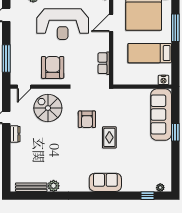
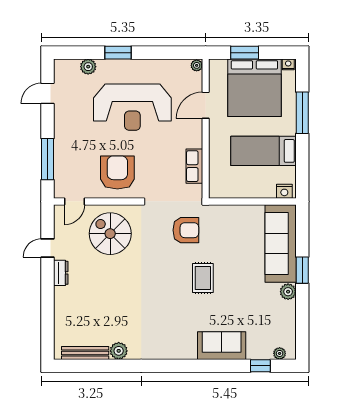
armchair: (87, 119) -> (186, 230), moved, turned -90
plant: (166, 147) -> (288, 292), added
sofa: (105, 182) -> (222, 346), moved

